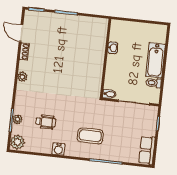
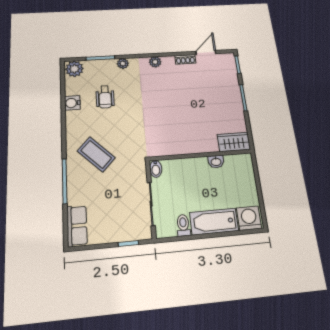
wardrobe: (100, 30) -> (234, 142), added
washing machine: (158, 34) -> (249, 218), added
plant: (18, 119) -> (123, 63), moved
coffee table: (90, 136) -> (96, 154), turned -46
water cooler: (59, 149) -> (72, 103), moved
row of seats: (147, 150) -> (77, 226), moved, turned 90

